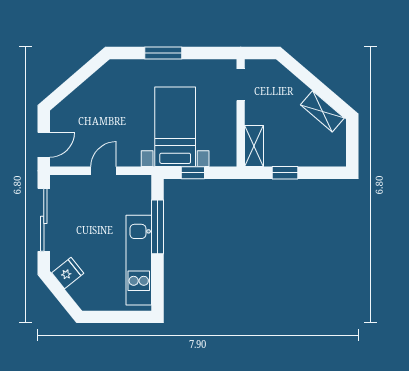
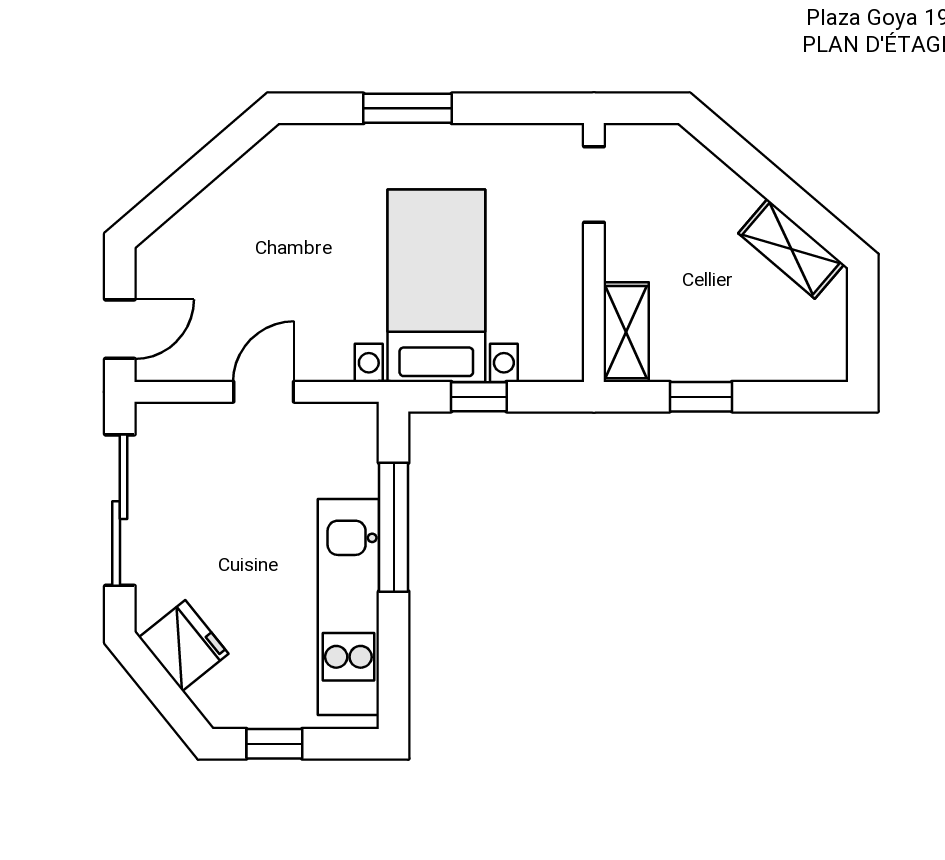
fridge: (68, 273) -> (184, 646), width x1.38
window: (108, 317) -> (274, 744), added

